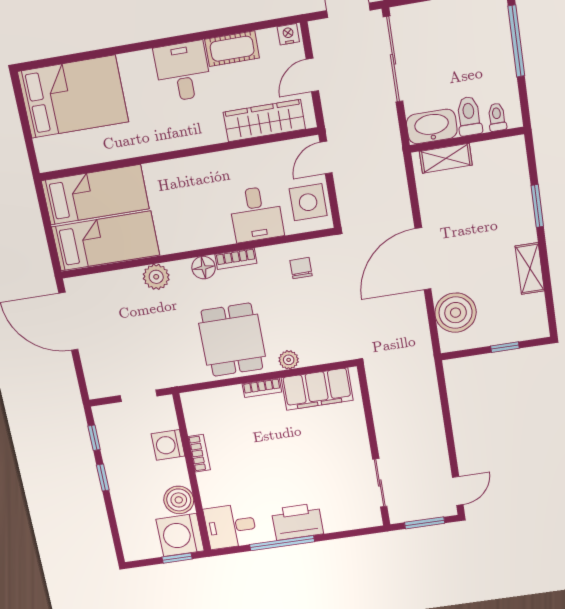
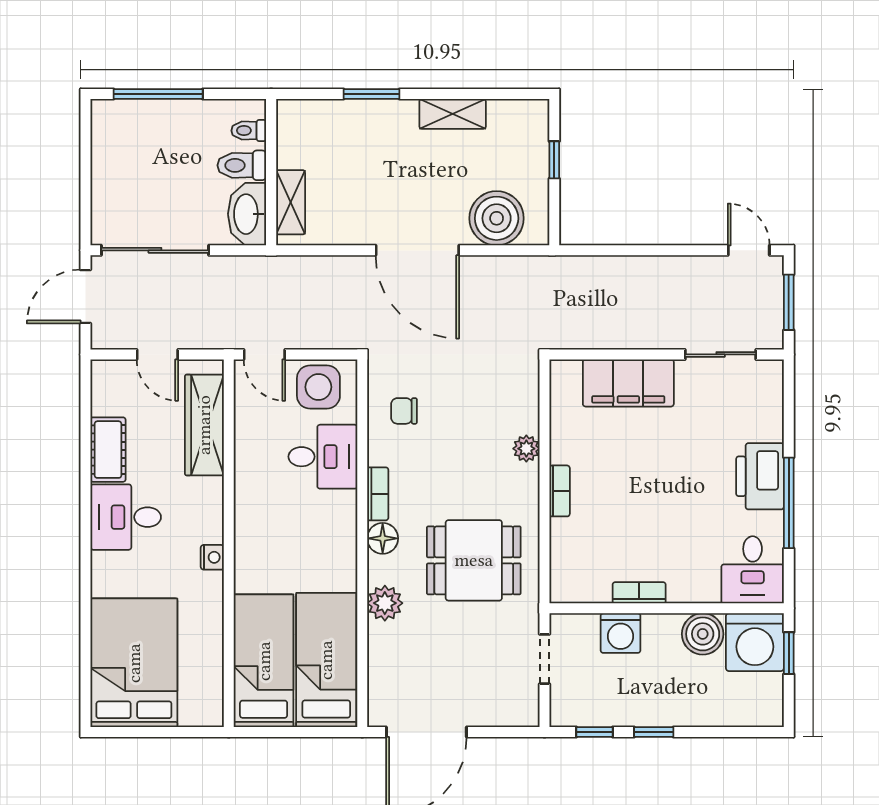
nightstand: (288, 34) -> (212, 557), moved, turned 180
dining table: (232, 340) -> (474, 560), moved
filing cabinet: (317, 389) -> (628, 383), moved, turned 90

